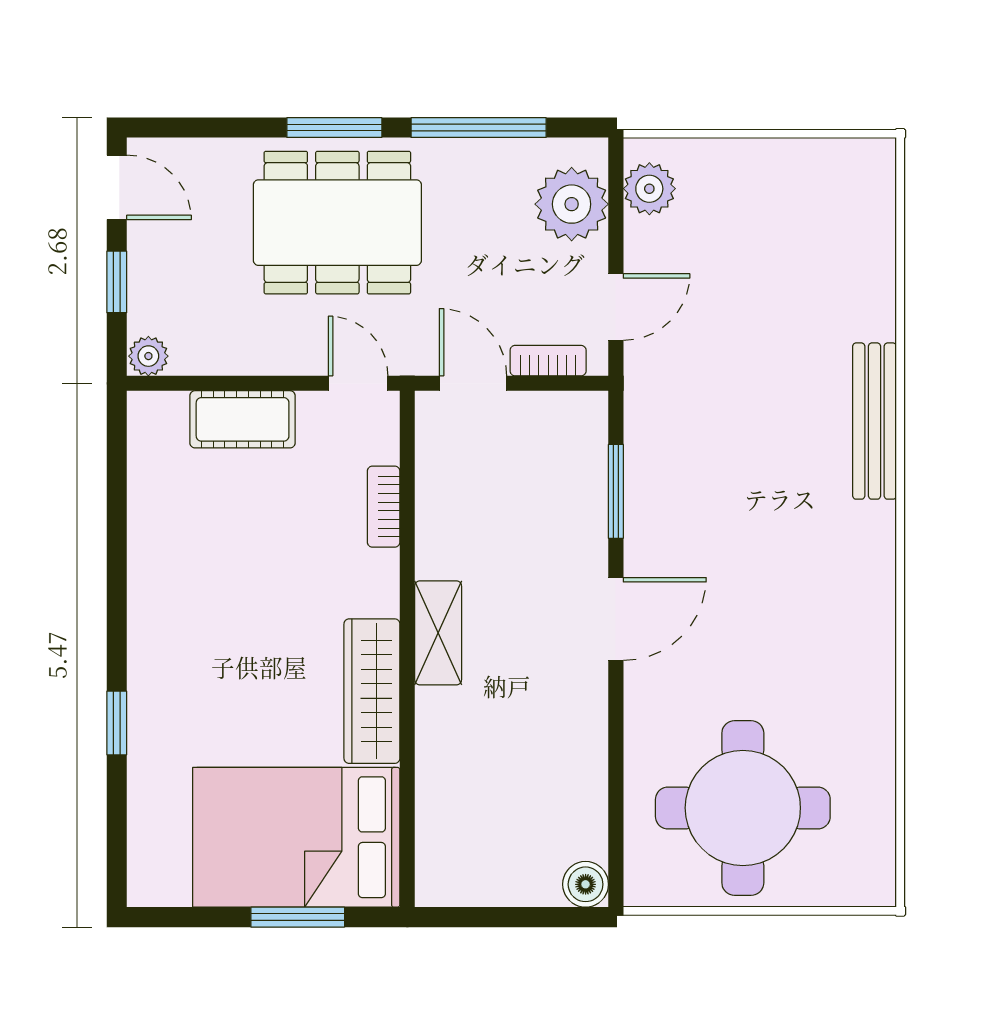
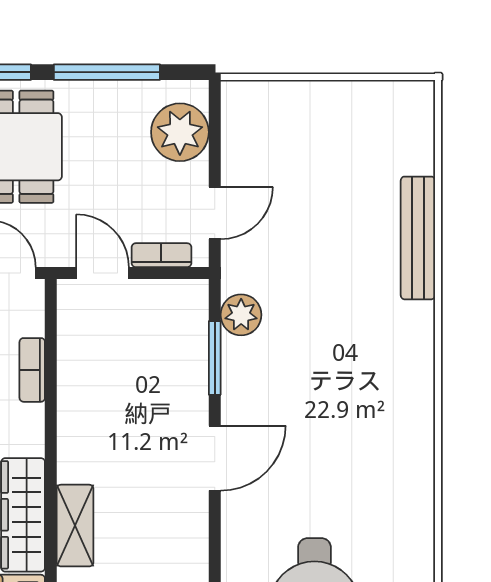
plant: (649, 189) -> (241, 315), moved
bench: (874, 421) -> (418, 238), moved
shelving: (438, 633) -> (75, 526), moved

